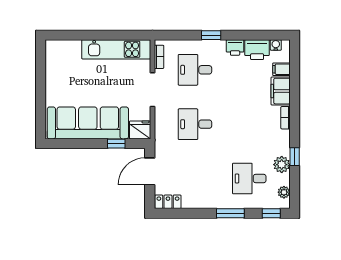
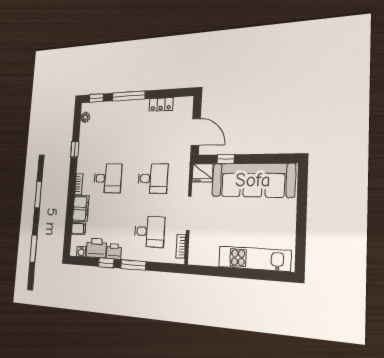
window: (211, 35) -> (133, 265), width x1.50
window: (244, 35) -> (106, 263), added
kitchen unit: (116, 49) -> (254, 259), moved
plant: (282, 165) -> (85, 142), removed
door: (150, 171) -> (196, 132), hinge flipped
desk: (249, 178) -> (108, 178), moved
locker: (168, 202) -> (161, 105), moved
window: (230, 213) -> (129, 96), width x1.44

